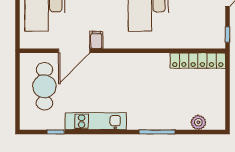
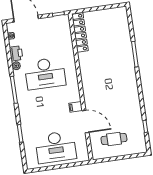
cafe table: (44, 86) -> (114, 139), width x0.73, depth x0.74
kitchen unit: (96, 121) -> (134, 99), removed
plant: (198, 122) -> (124, 26), removed

